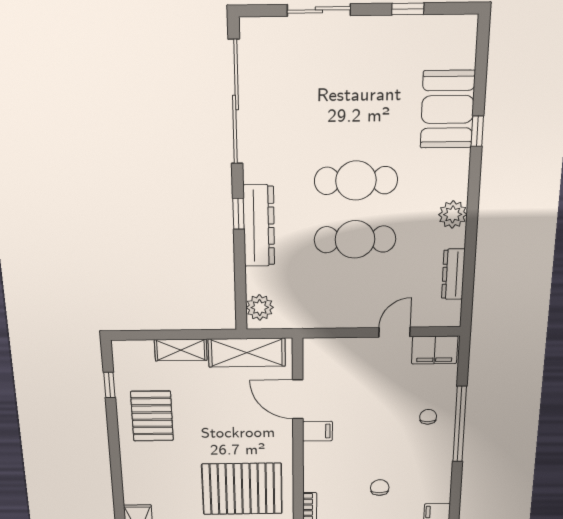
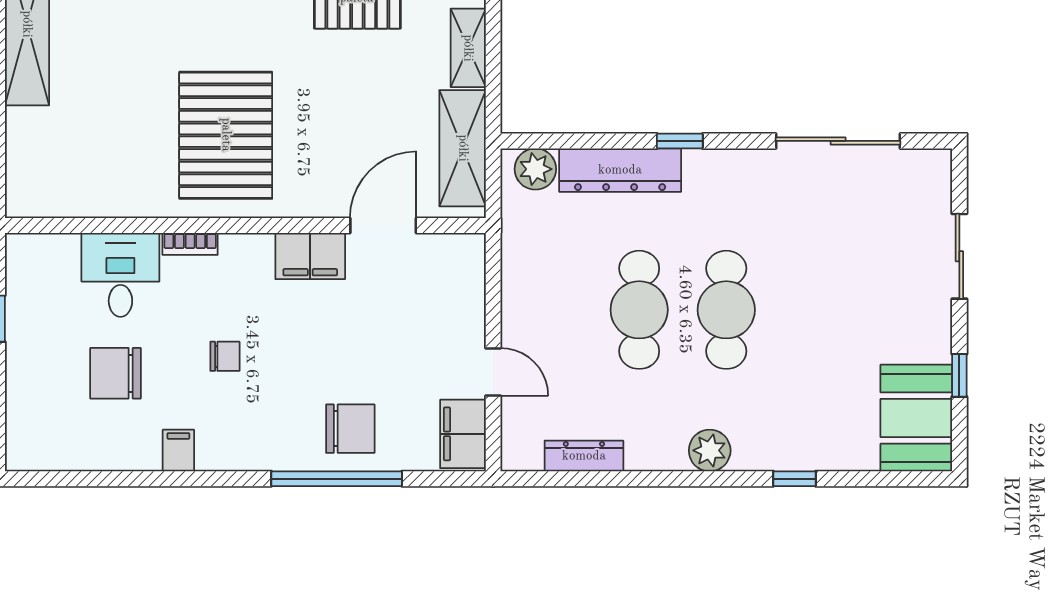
sliding door: (235, 103) -> (838, 141), width x0.73
booth: (448, 109) -> (916, 418), moved, turned 90
plant: (453, 214) -> (710, 450), moved
dresser: (259, 226) -> (620, 170), moved
chair: (428, 417) -> (350, 429), width x1.87, depth x1.87
filing cabinet: (317, 431) -> (310, 256), width x2.00

